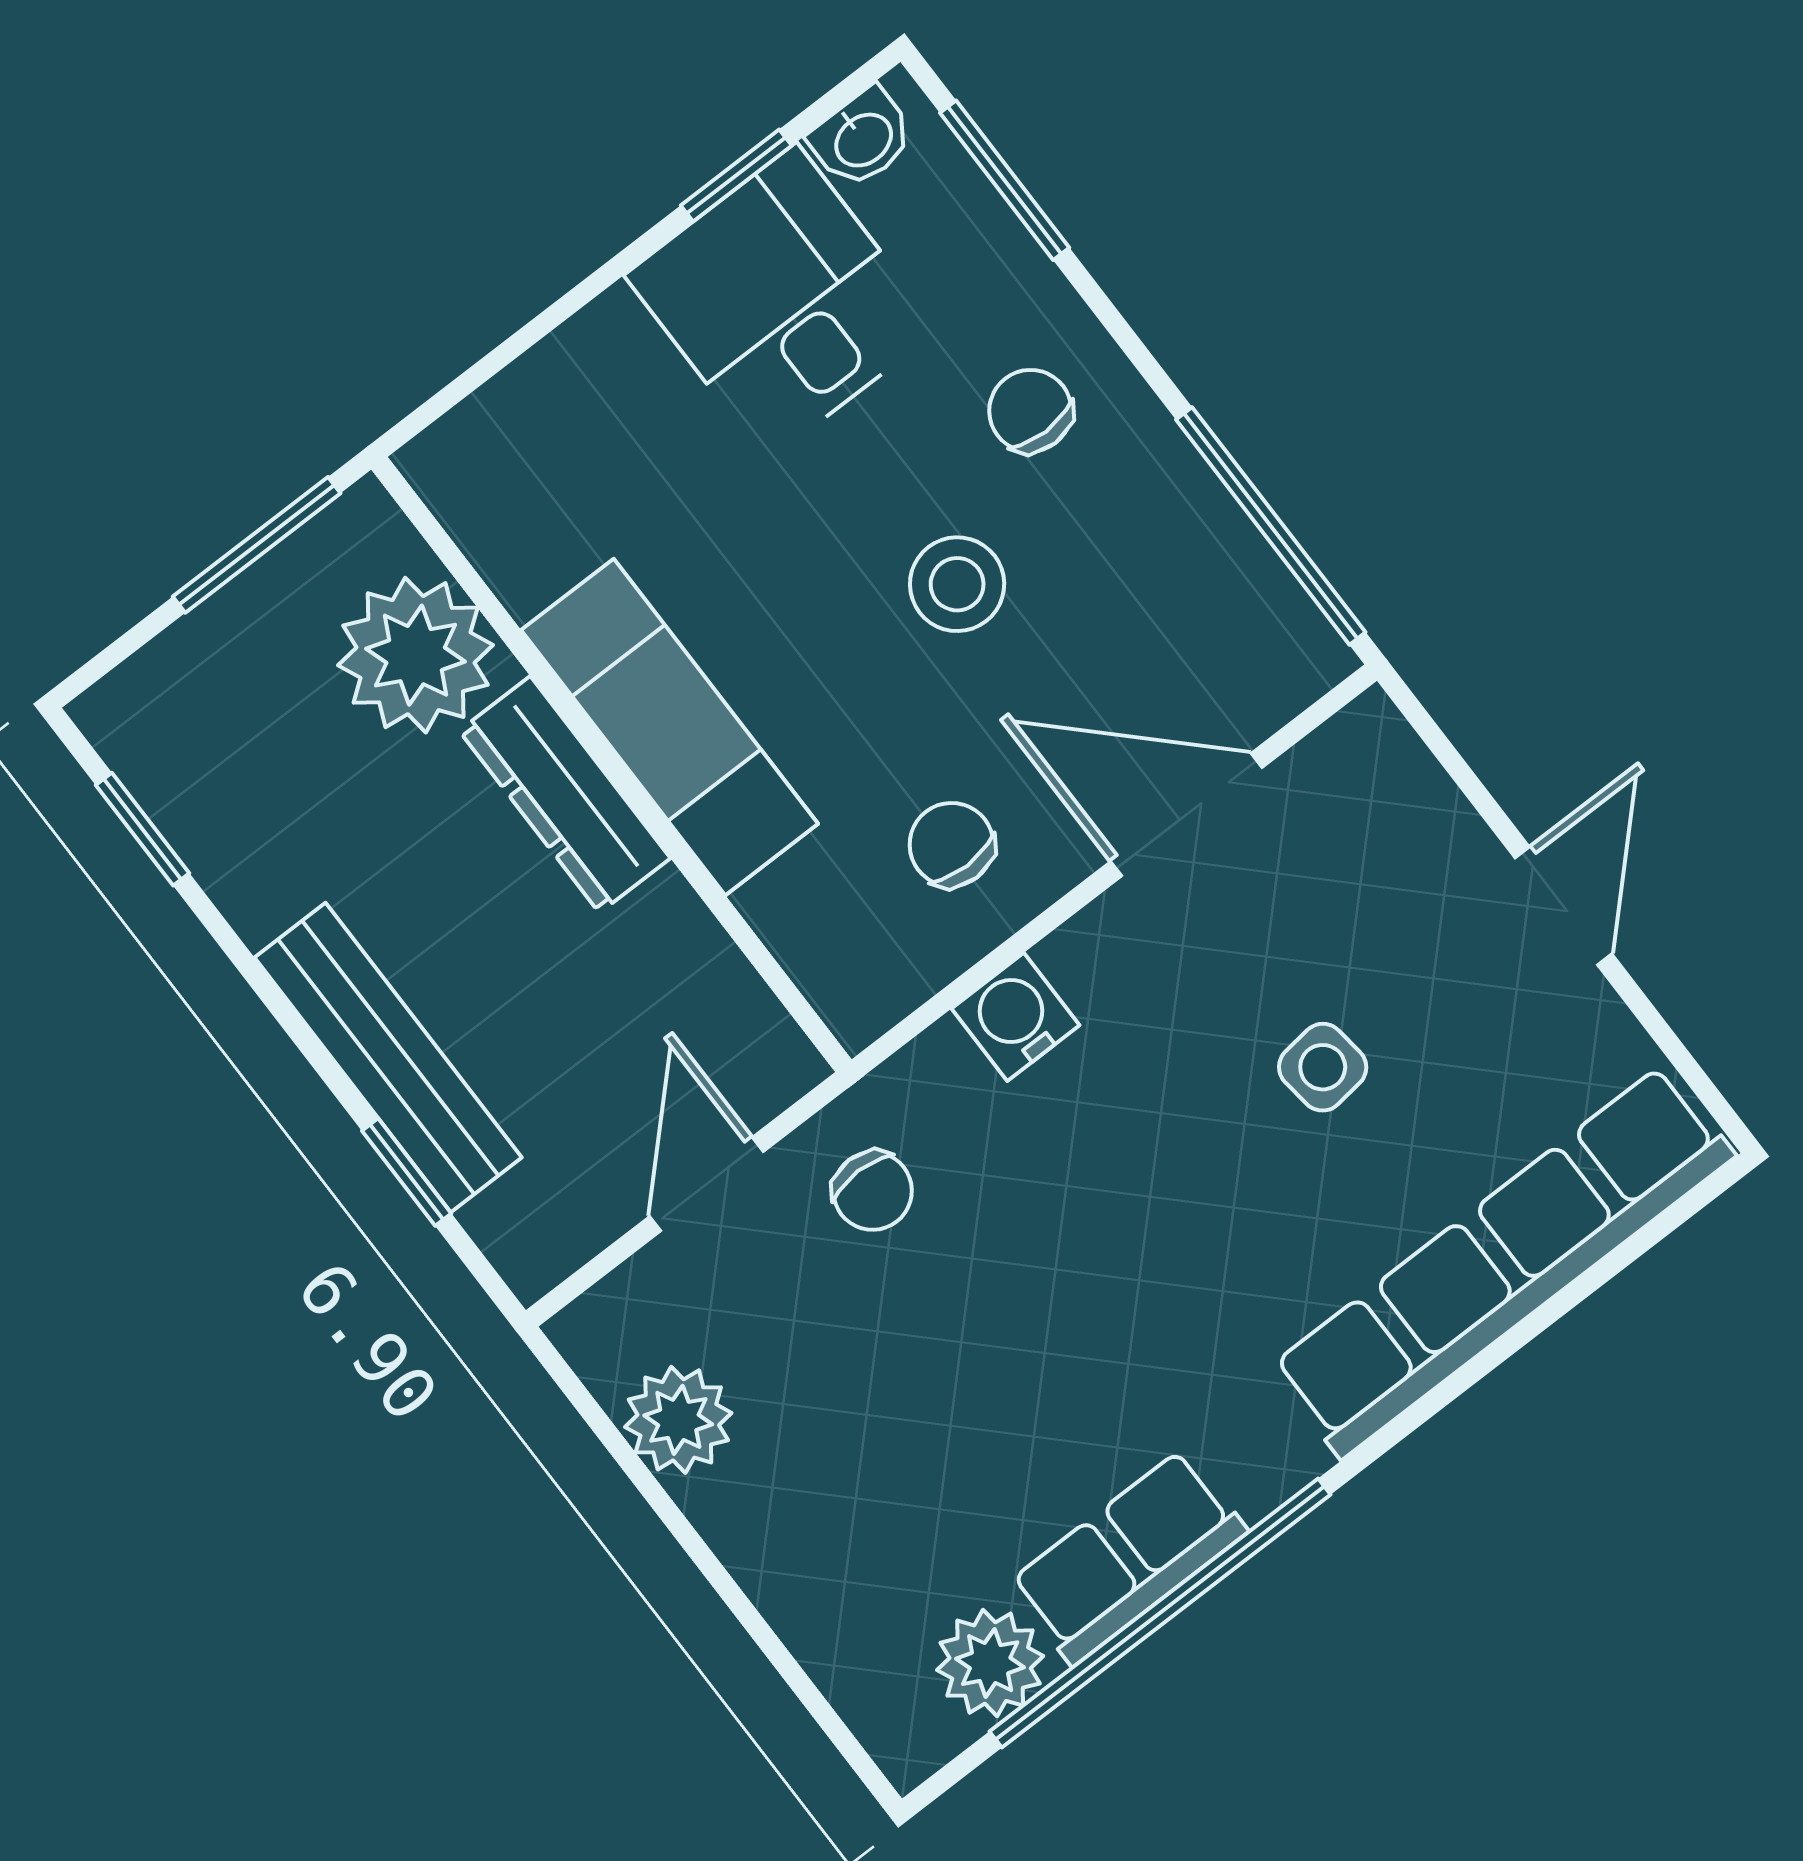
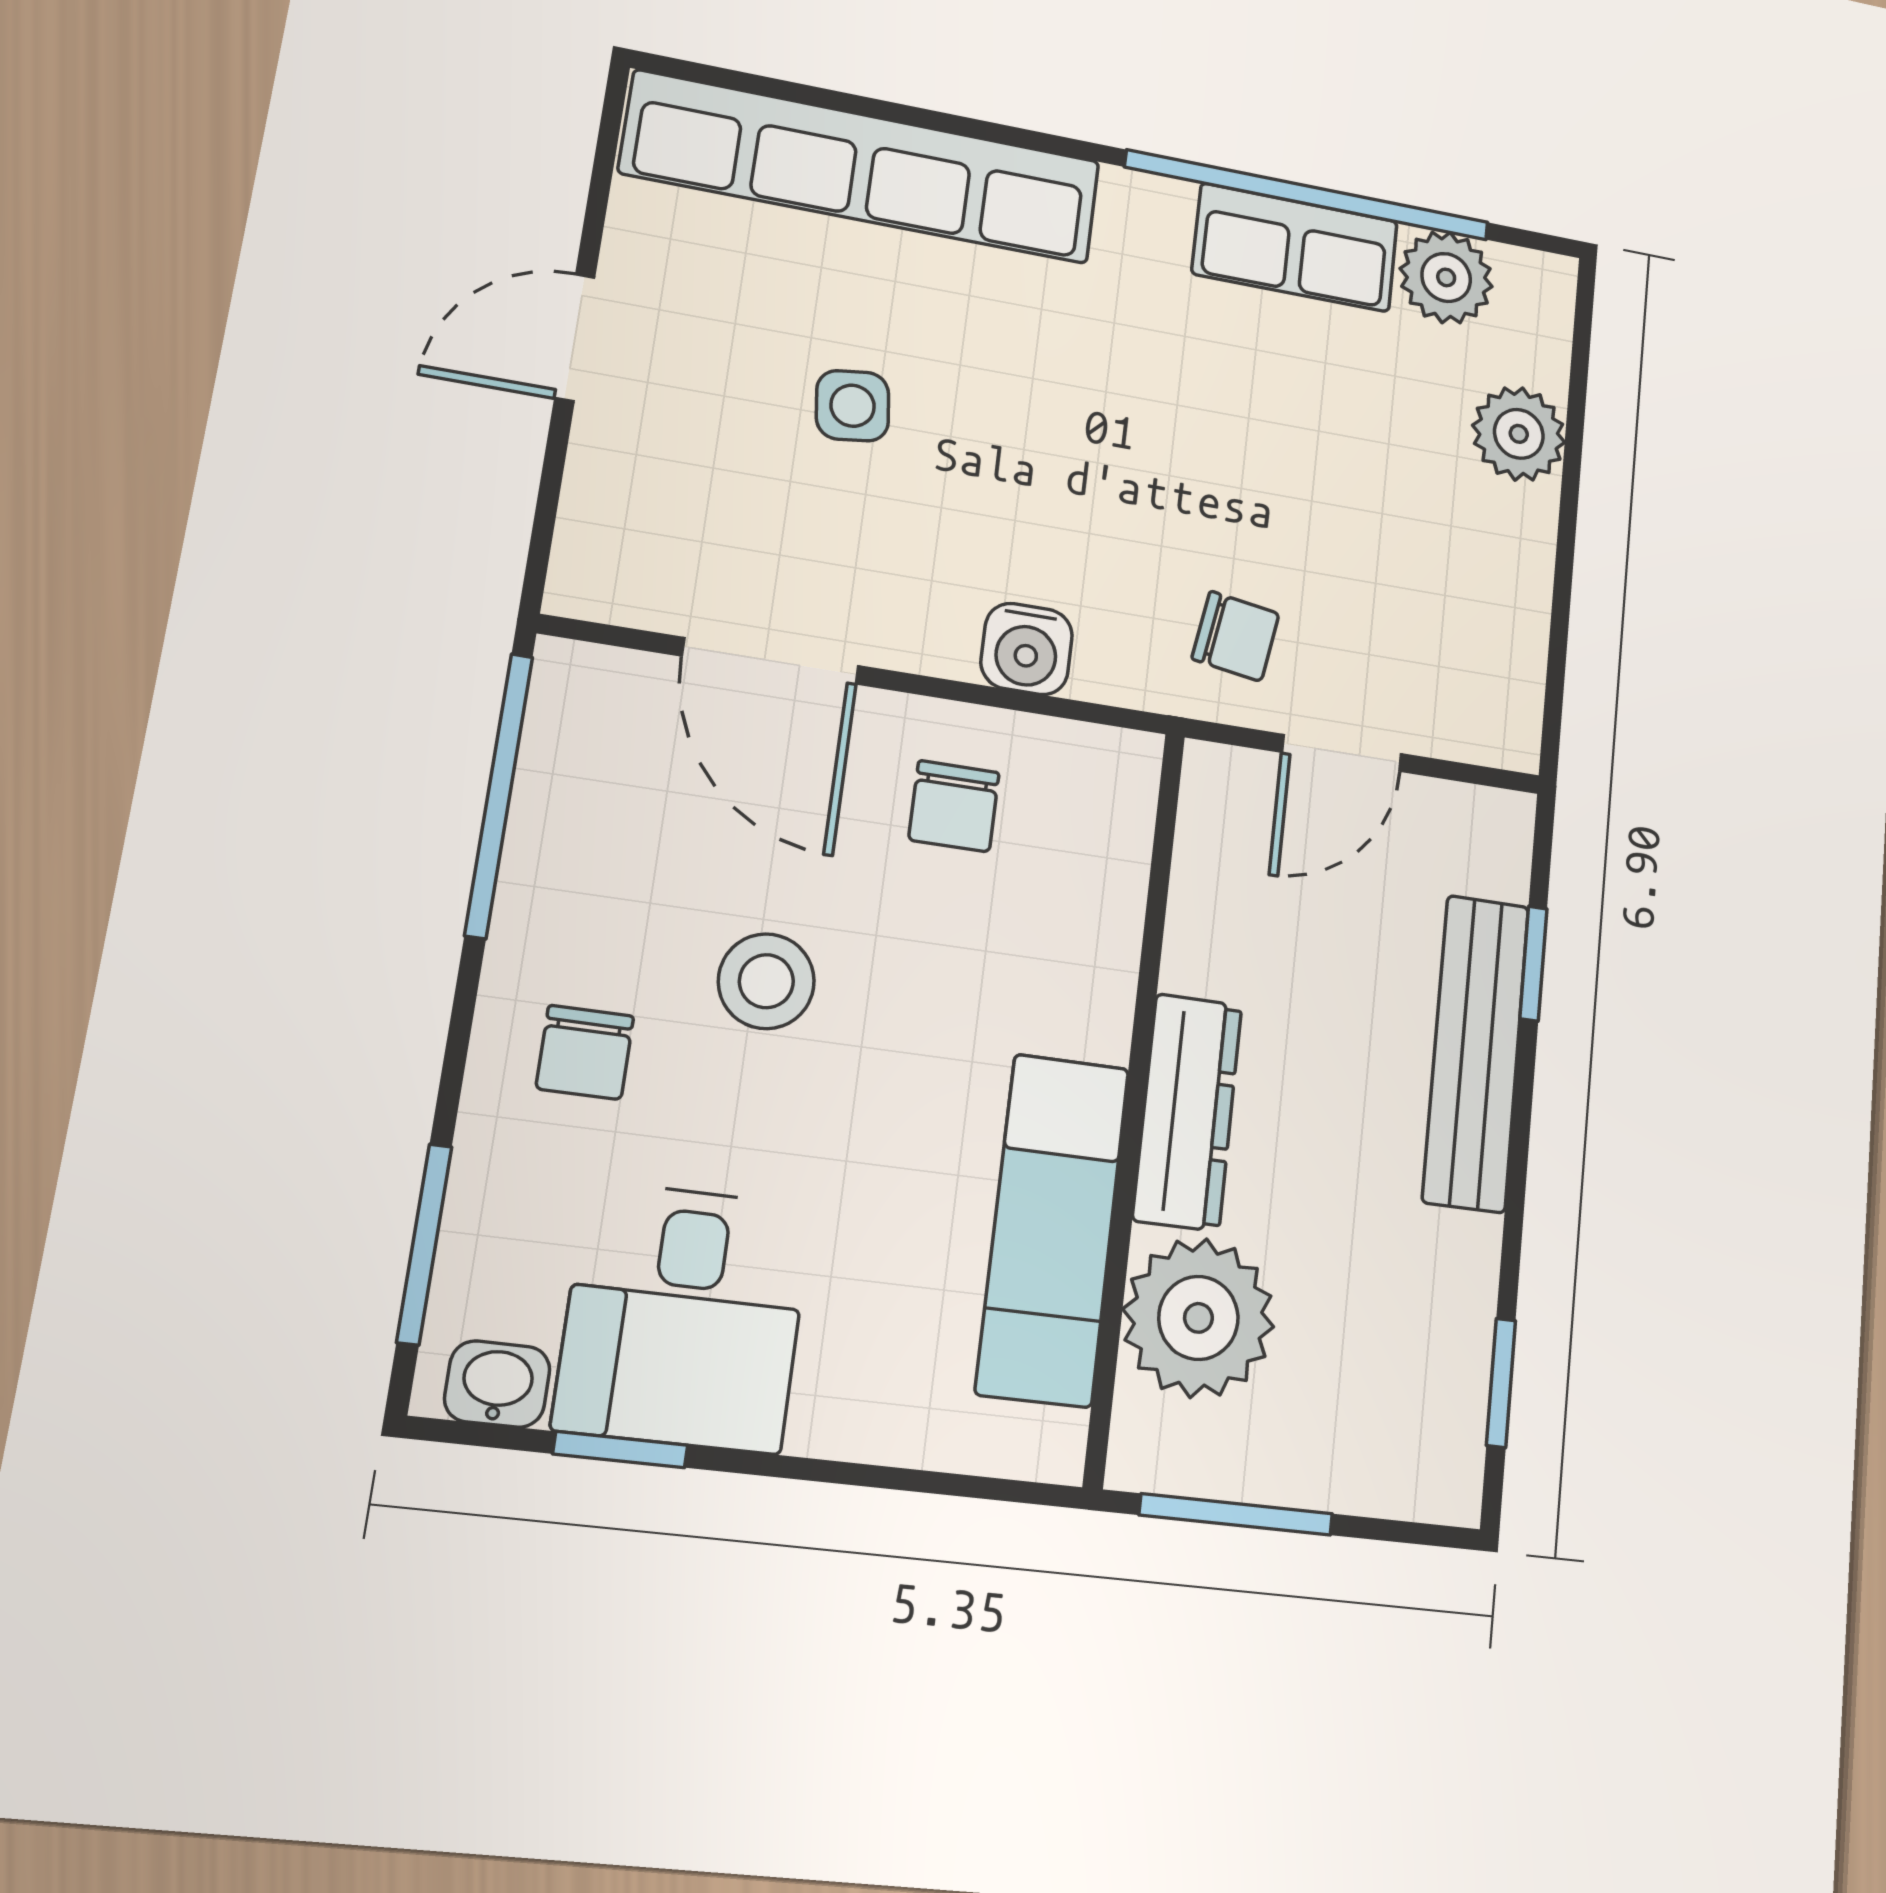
exam couch: (669, 727) -> (1053, 1229), moved
chair: (873, 1191) -> (1236, 636), turned 99
plant: (678, 1420) -> (1519, 434), moved

